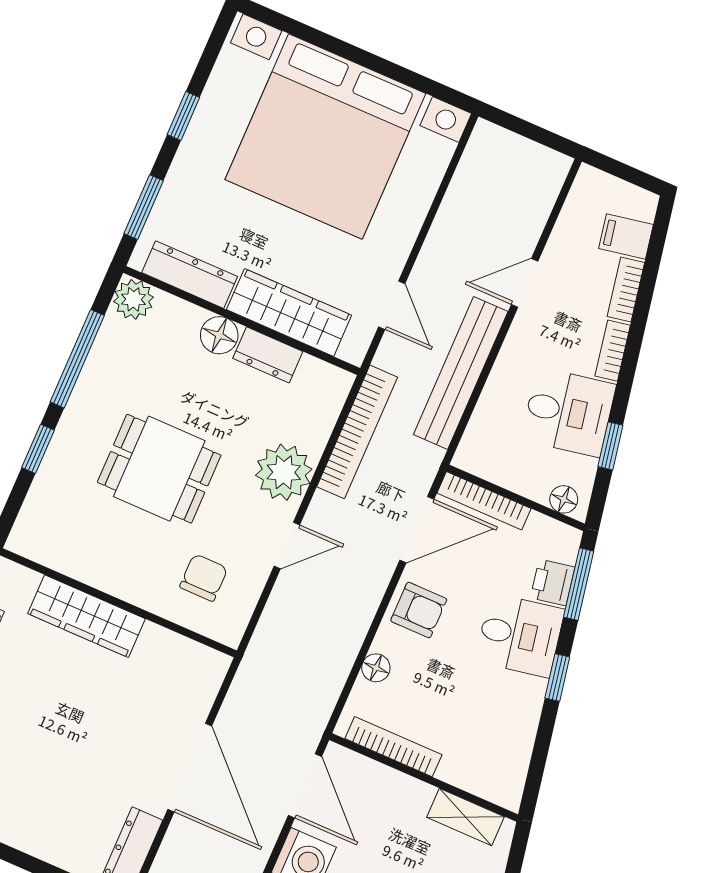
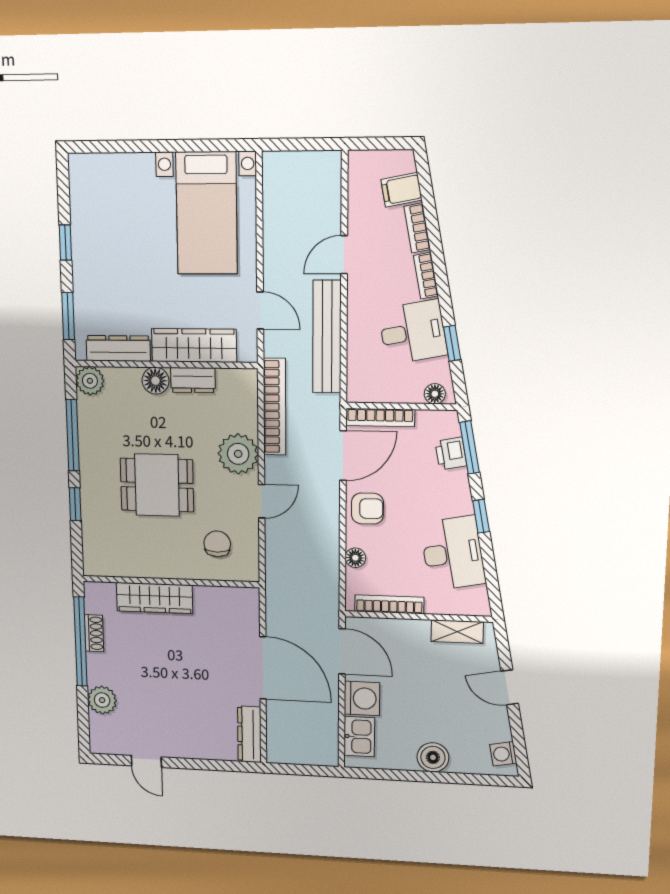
bed with nightstands: (325, 136) -> (207, 213), width x0.54
desk: (520, 635) -> (453, 553), moved, width x1.37

